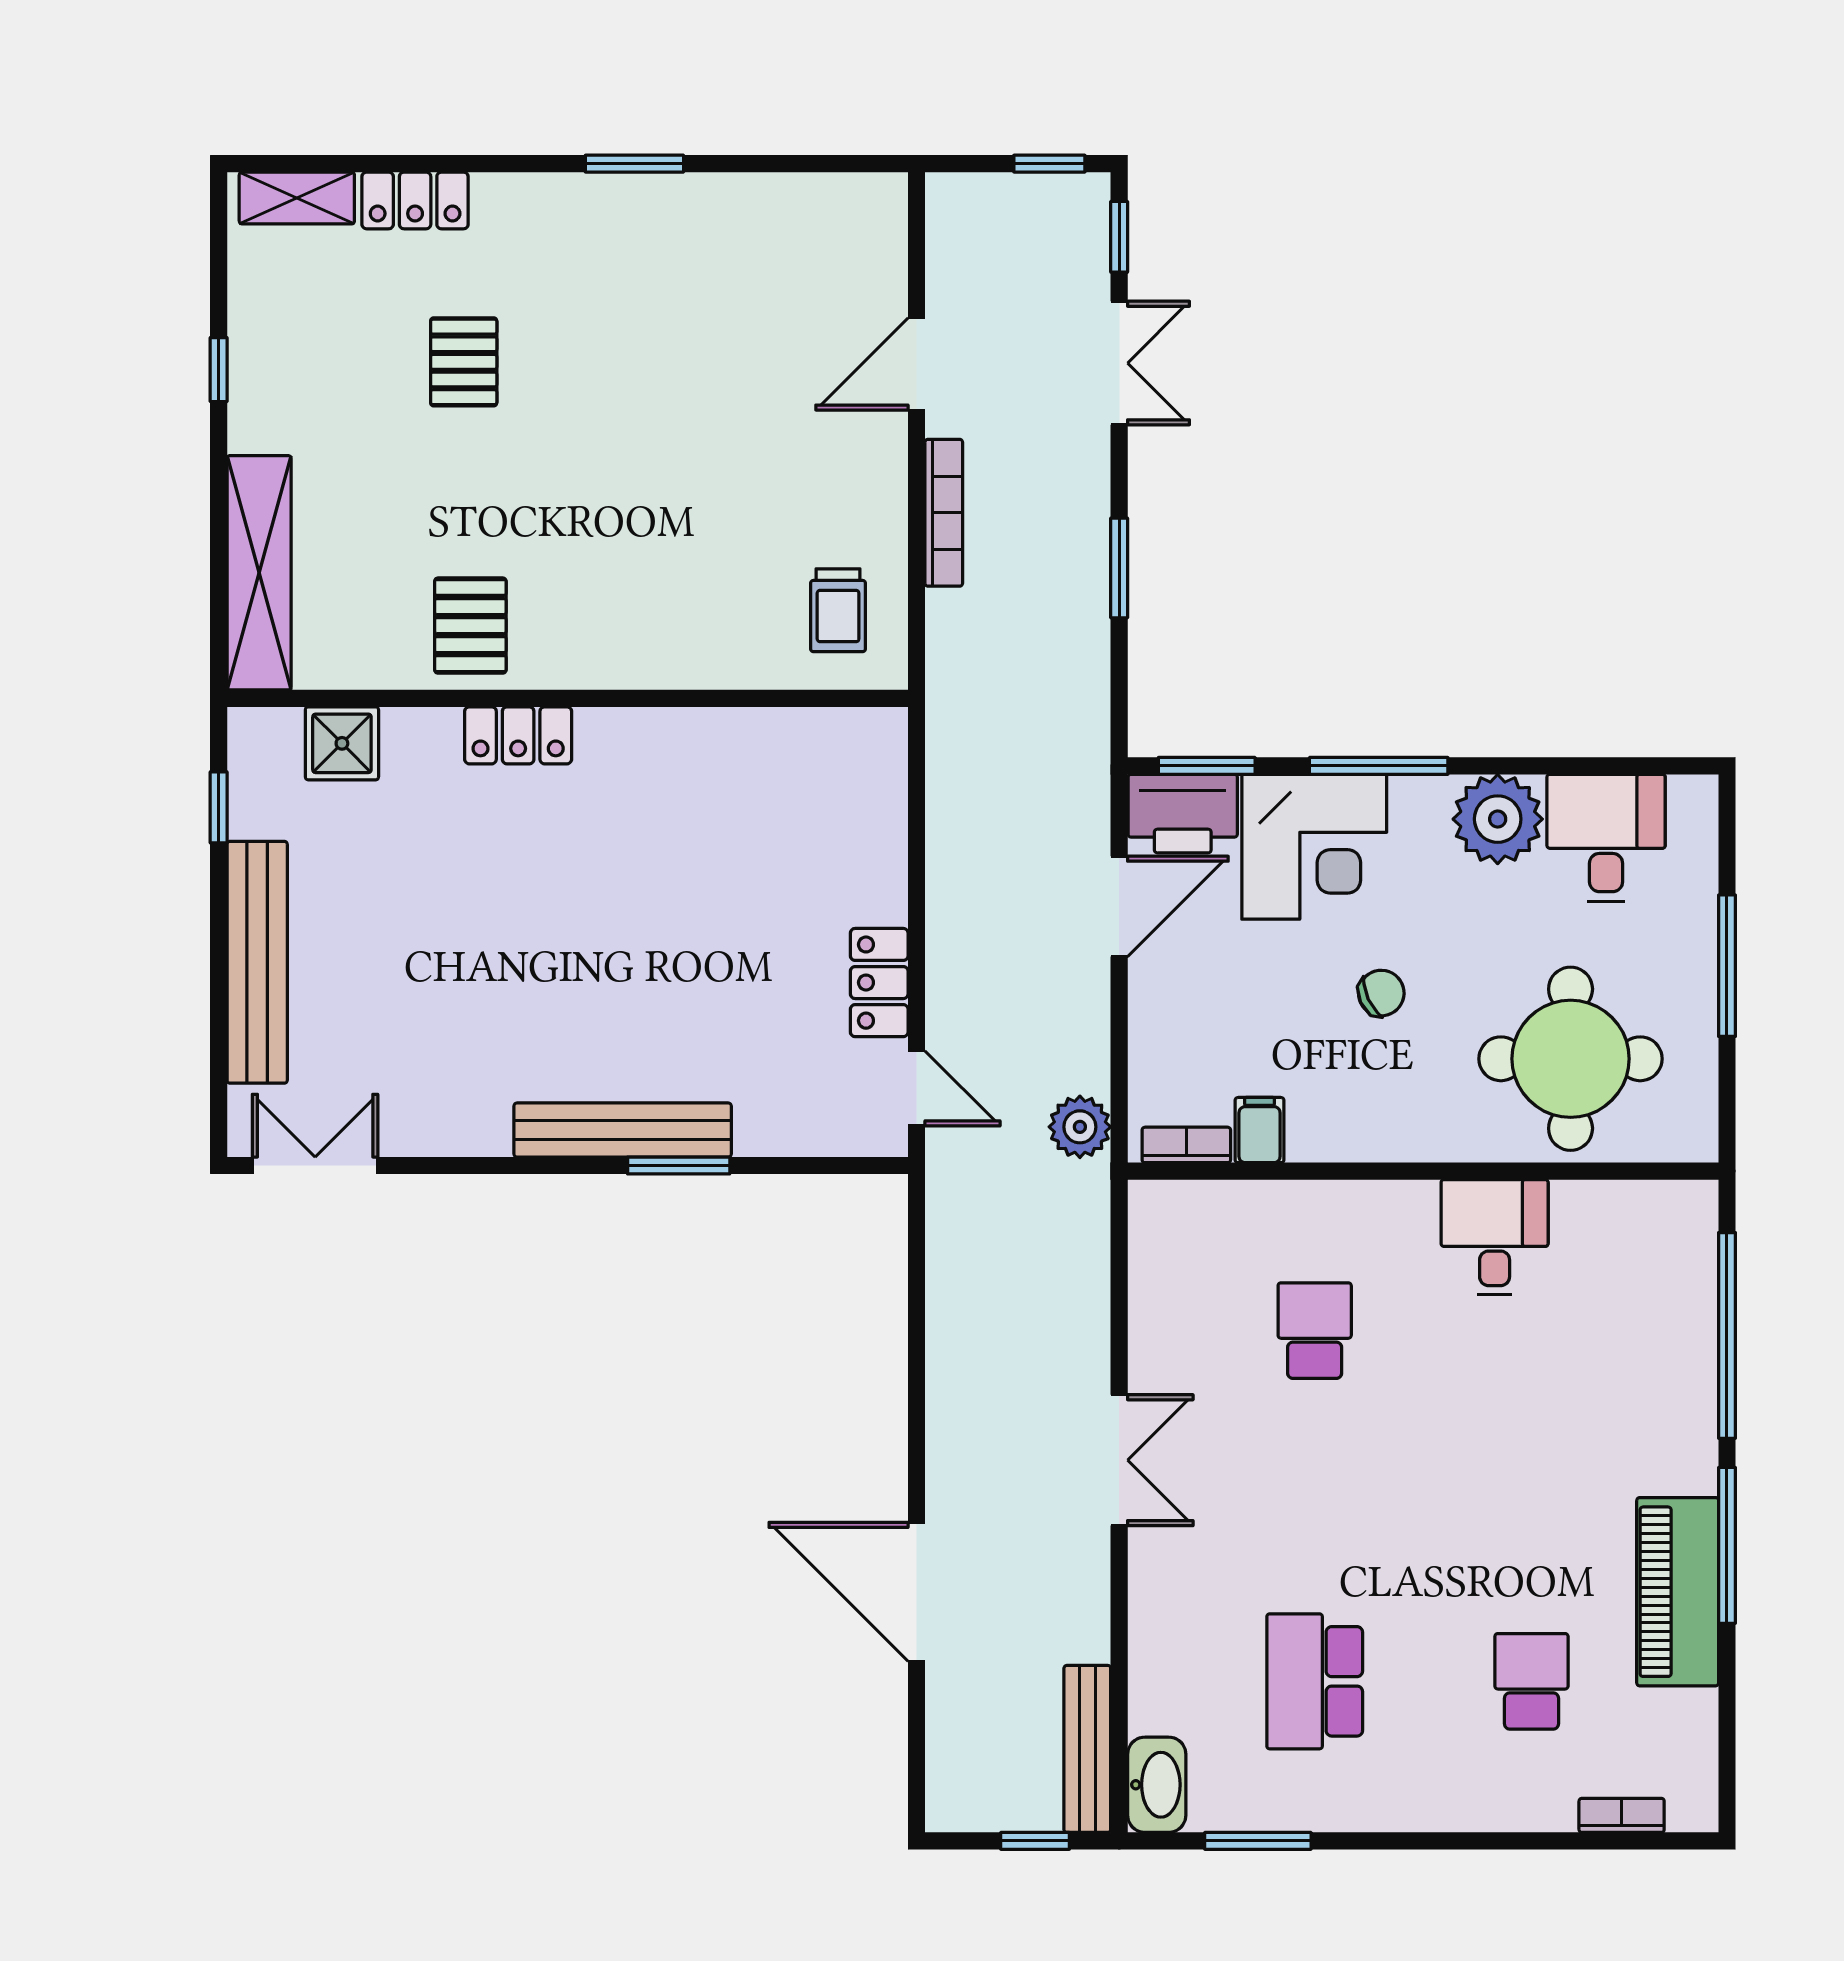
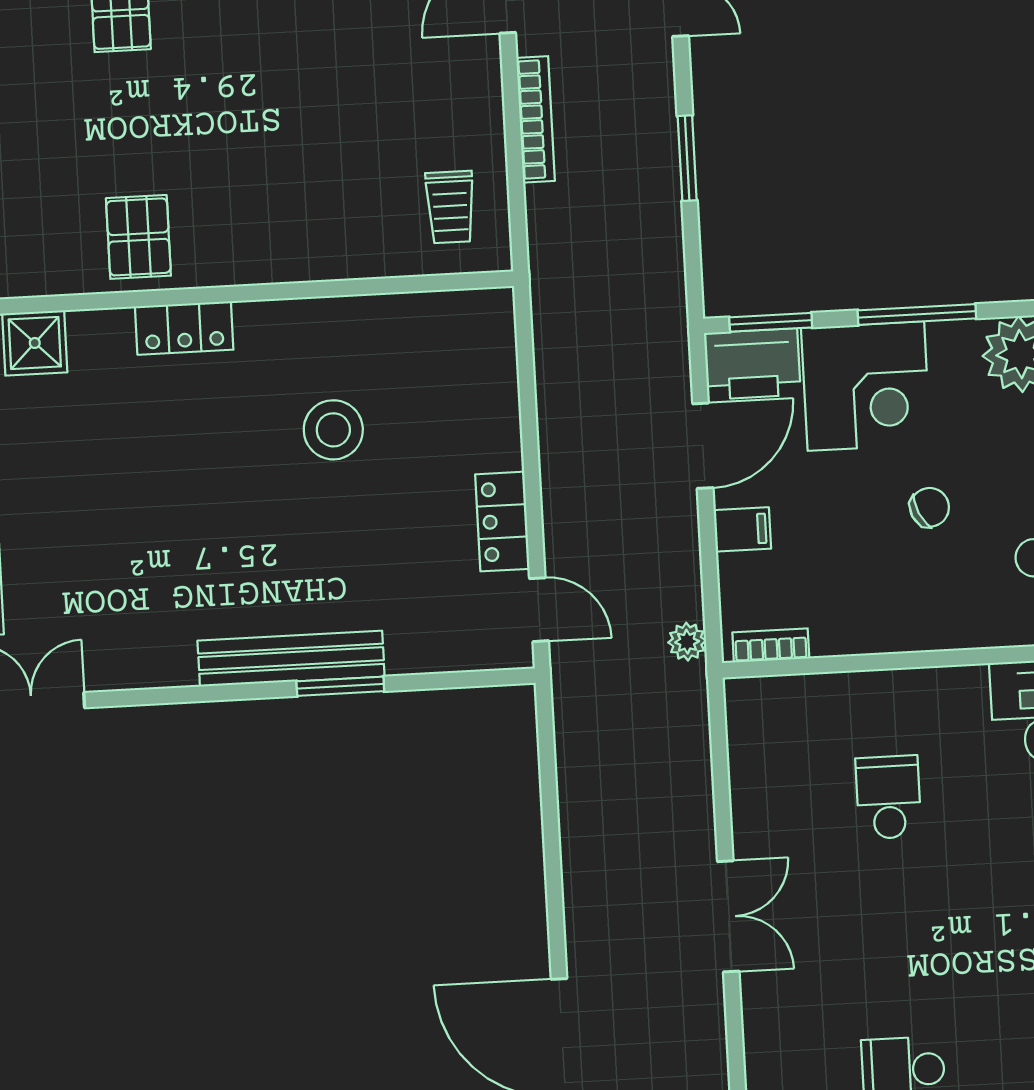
stool: (687, 864) -> (333, 430), added
plant: (1080, 1127) -> (687, 642), width x0.73, depth x0.73
filing cabinet: (1260, 1130) -> (742, 529), moved, turned 90

